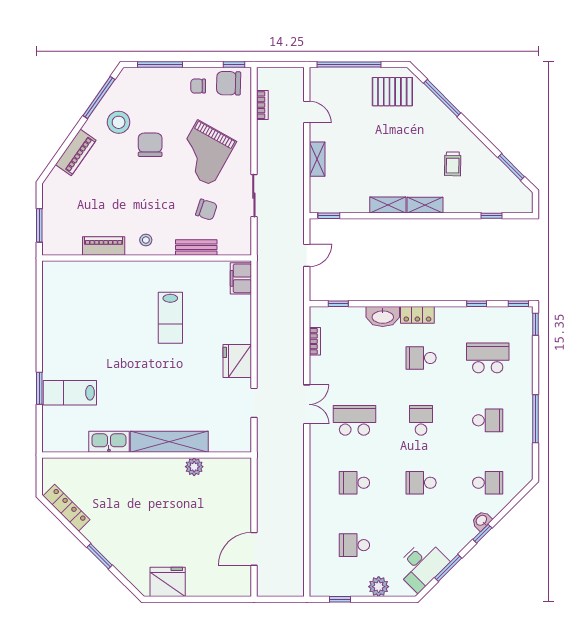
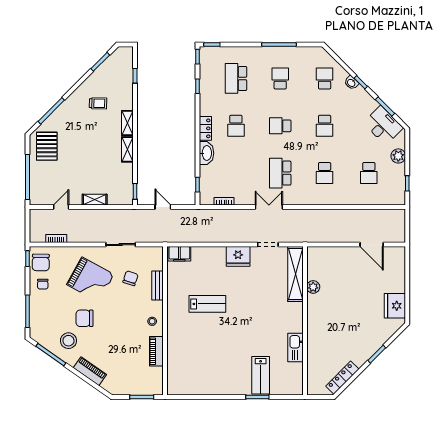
shelving: (169, 442) -> (295, 274), moved

